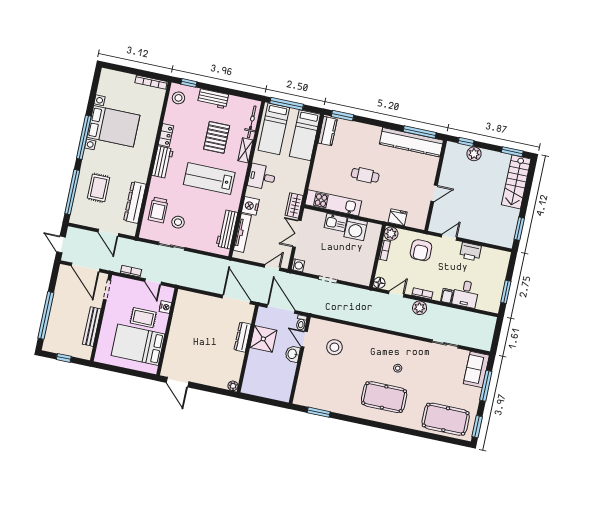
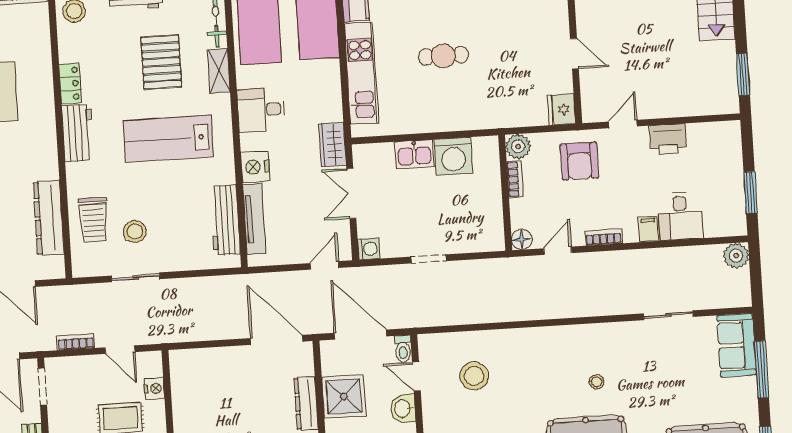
door: (434, 193) -> (574, 54), hinge flipped
kitchen unit: (333, 203) -> (361, 73), moved, turned 90
fridge: (398, 217) -> (562, 109), moved, turned -90
plant: (420, 308) -> (736, 256), moved

